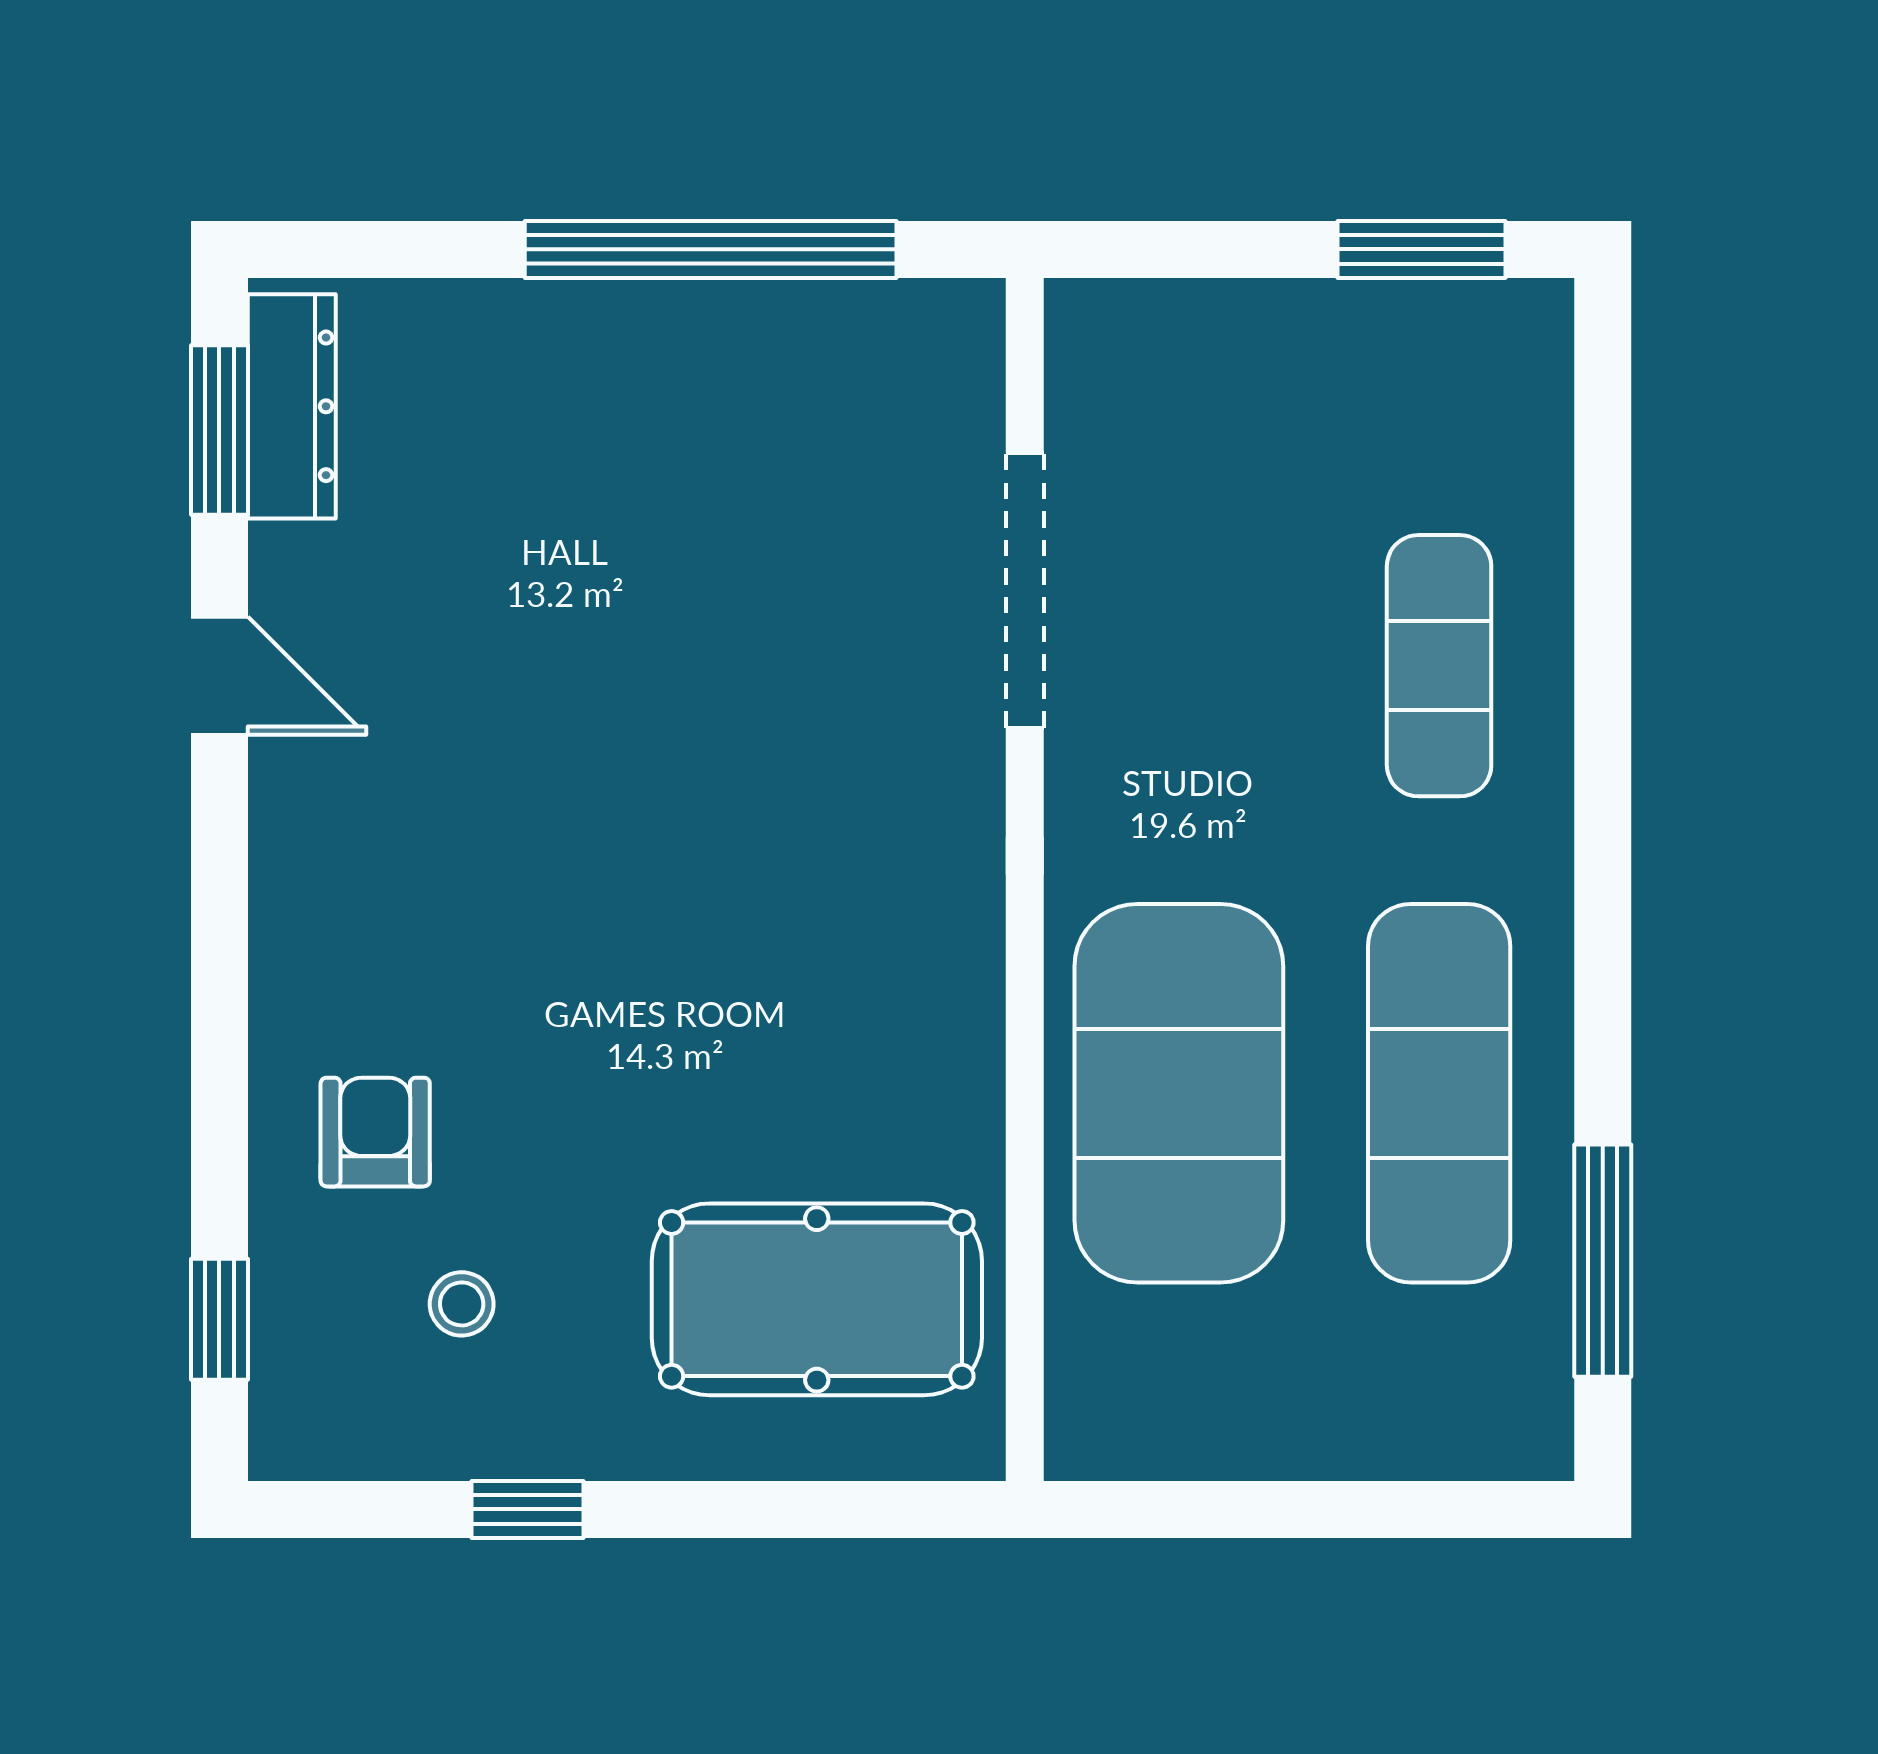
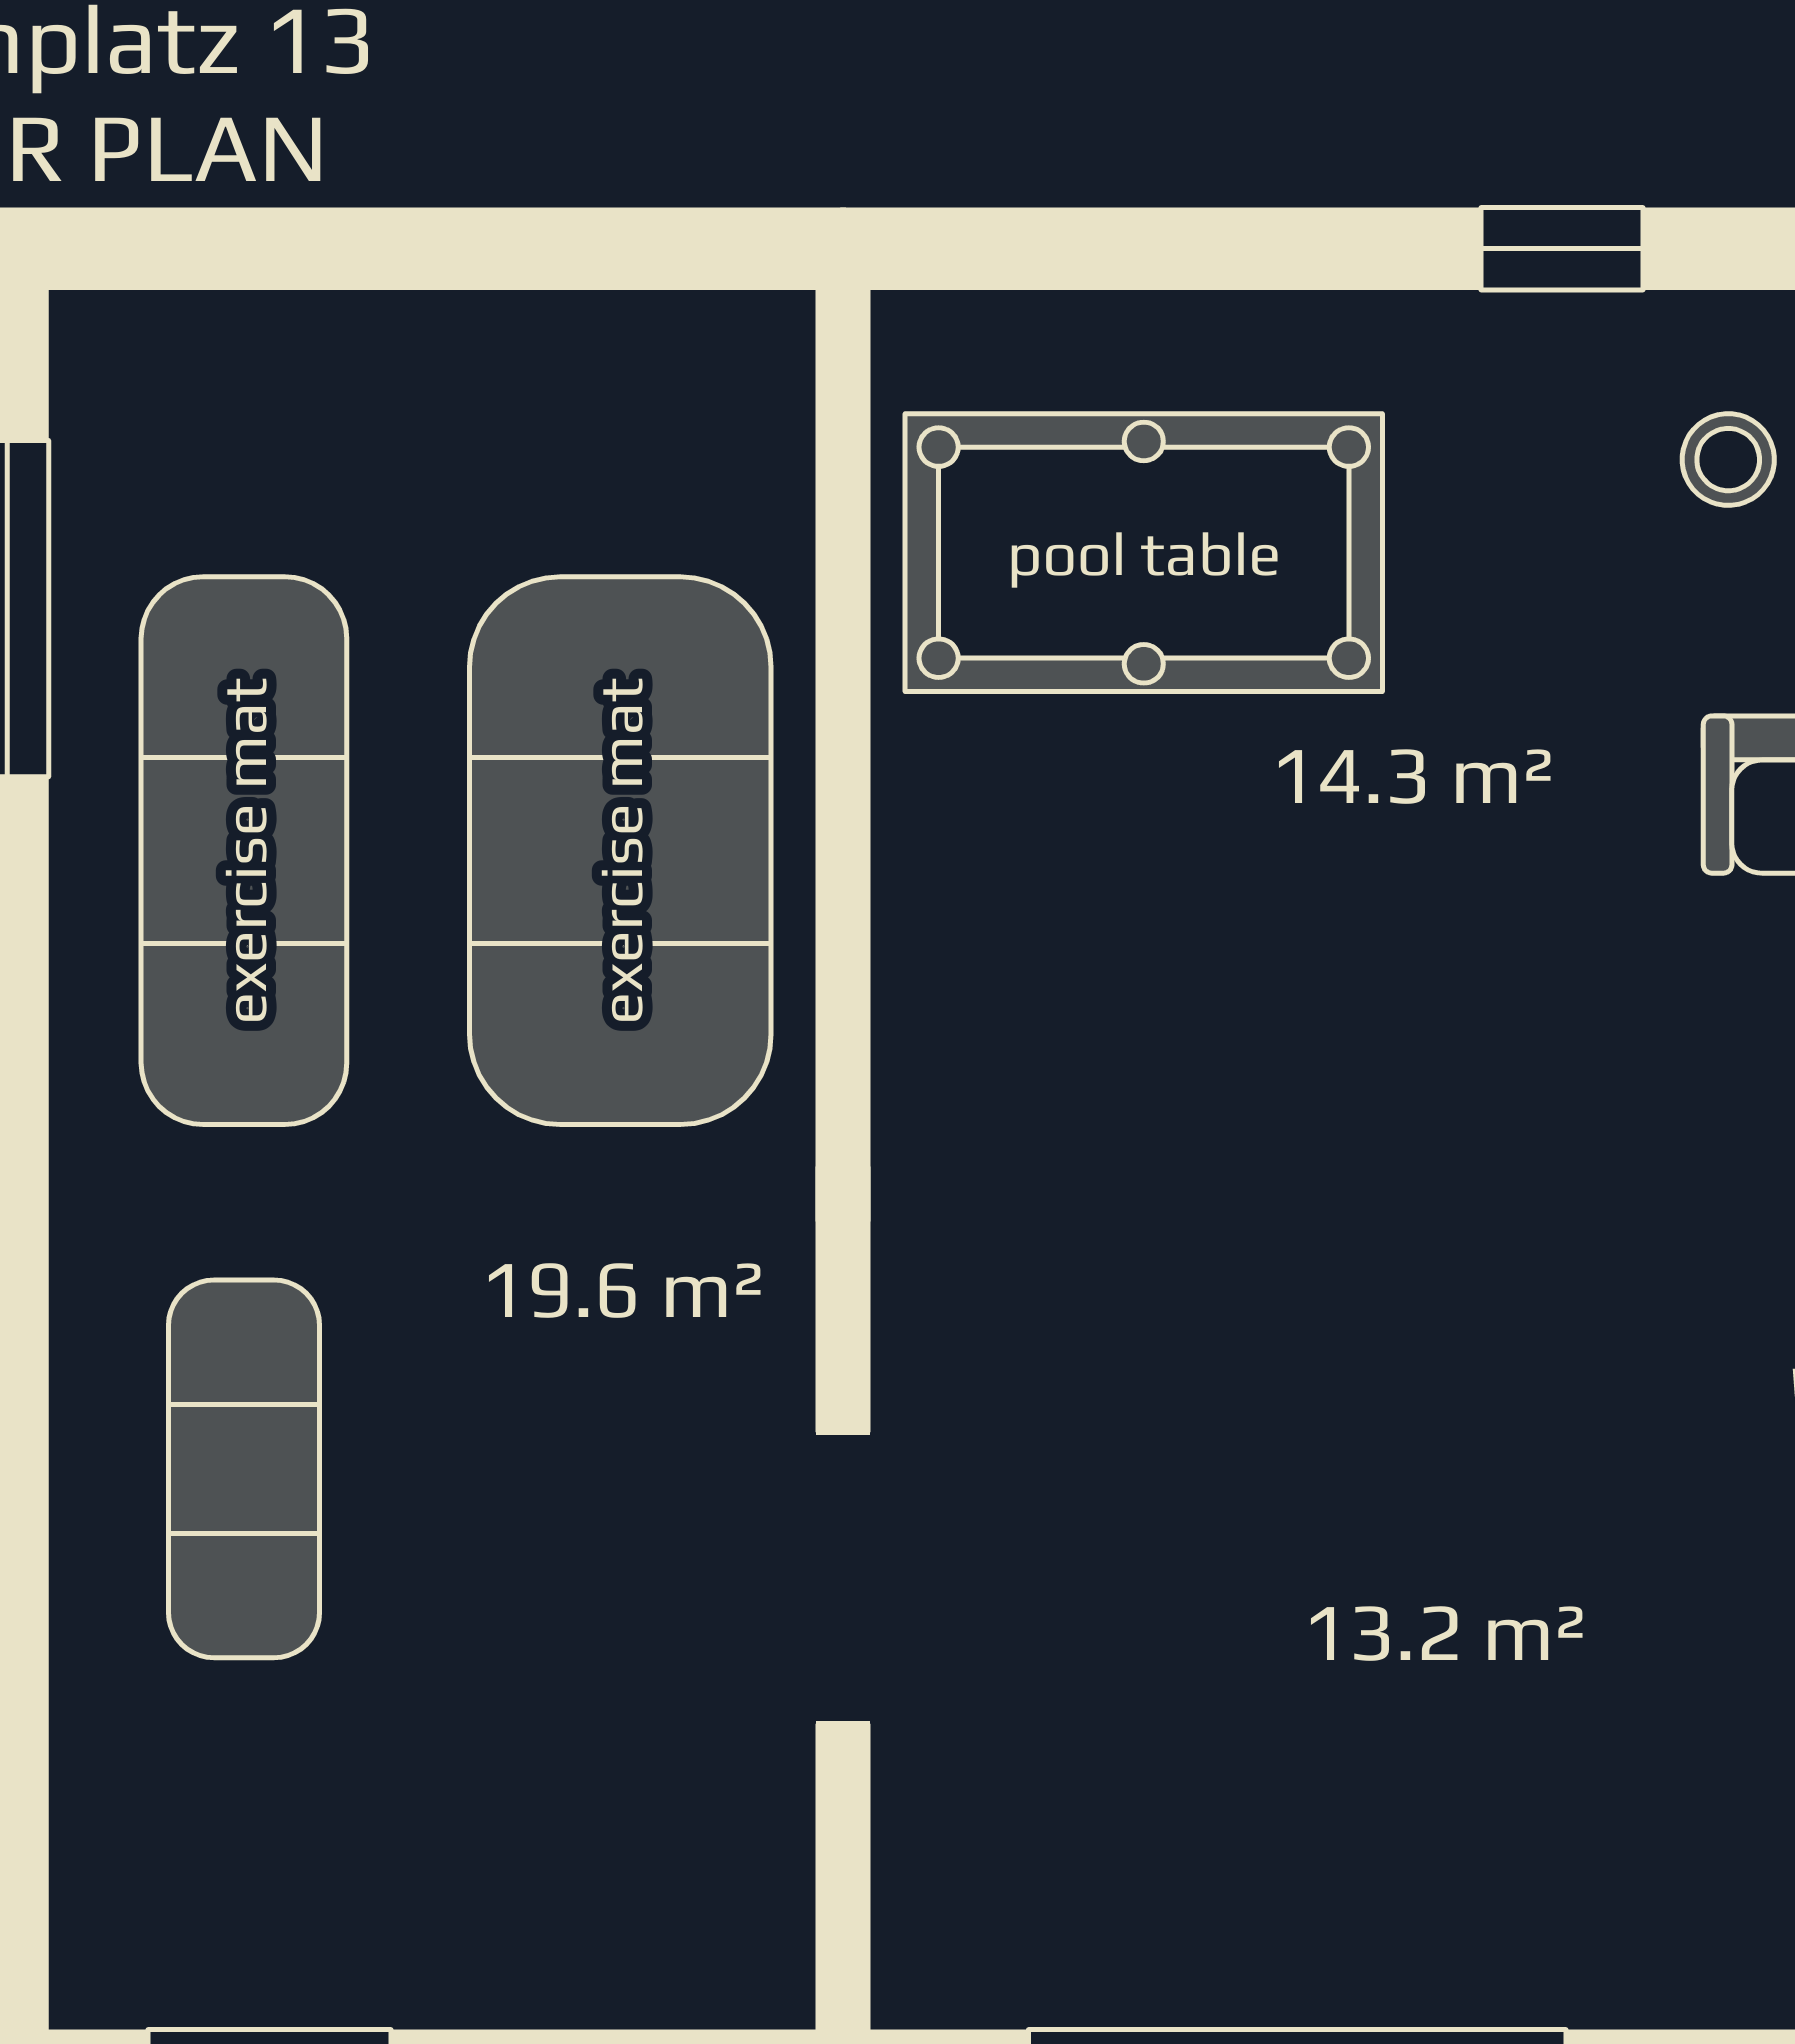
doorway: (1025, 590) -> (843, 1578), width x0.73
stool: (462, 1304) -> (1728, 460), moved

